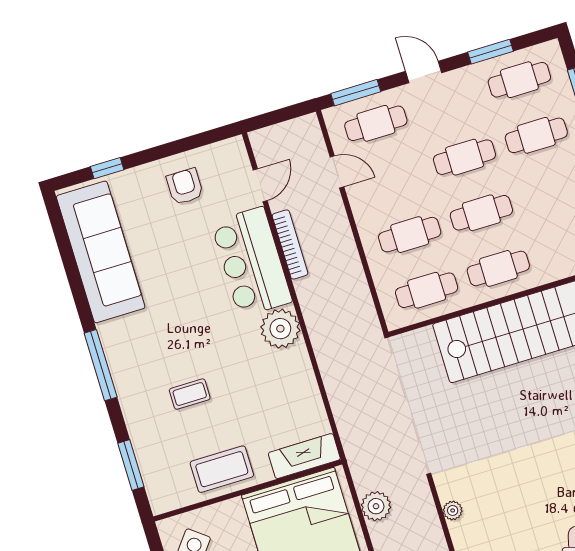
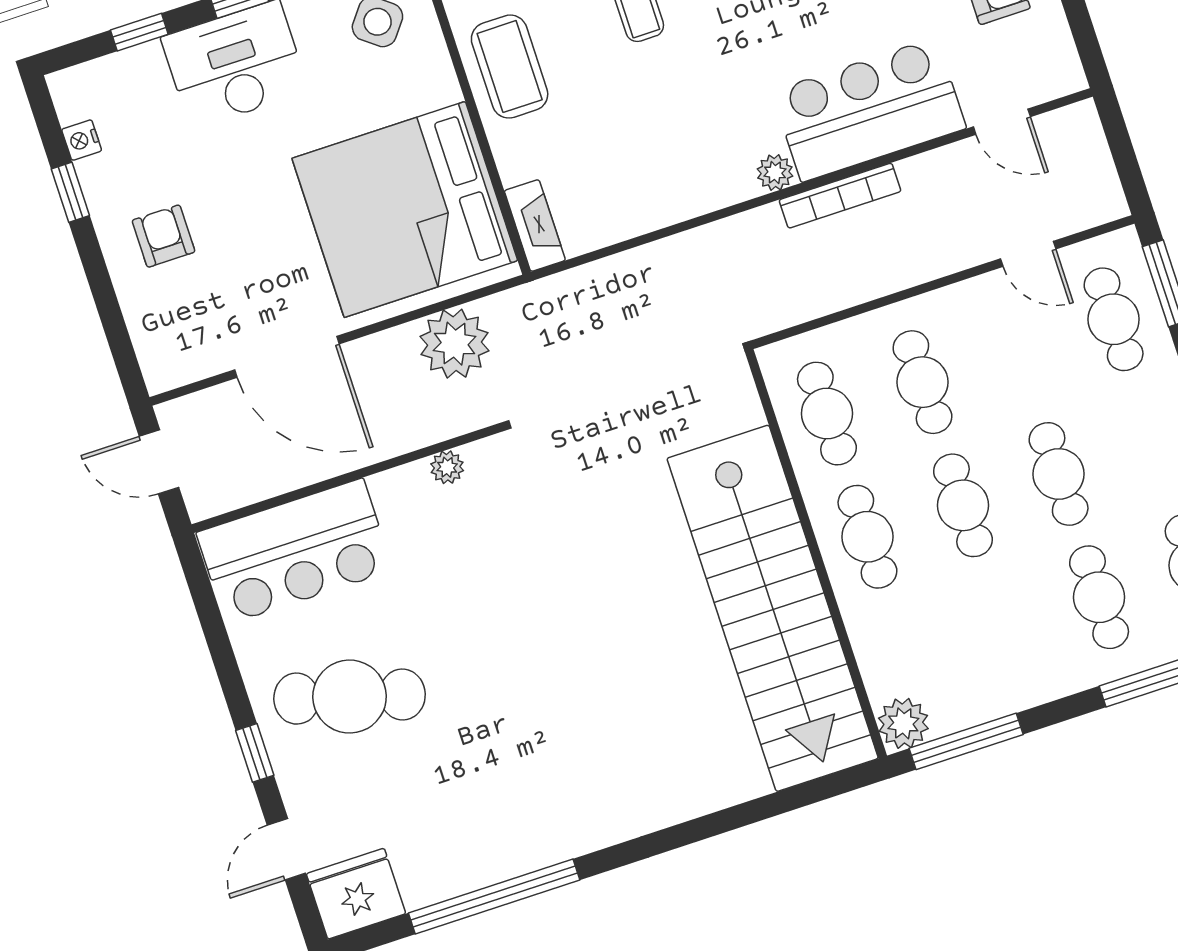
door: (337, 172) -> (1028, 254), hinge flipped
bookcase: (290, 244) -> (840, 196), moved
plant: (280, 329) -> (775, 172), width x0.53, depth x0.53
fireplace: (304, 456) -> (535, 226), width x0.73, depth x0.76
plant: (376, 506) -> (455, 344), width x1.36, depth x1.36

